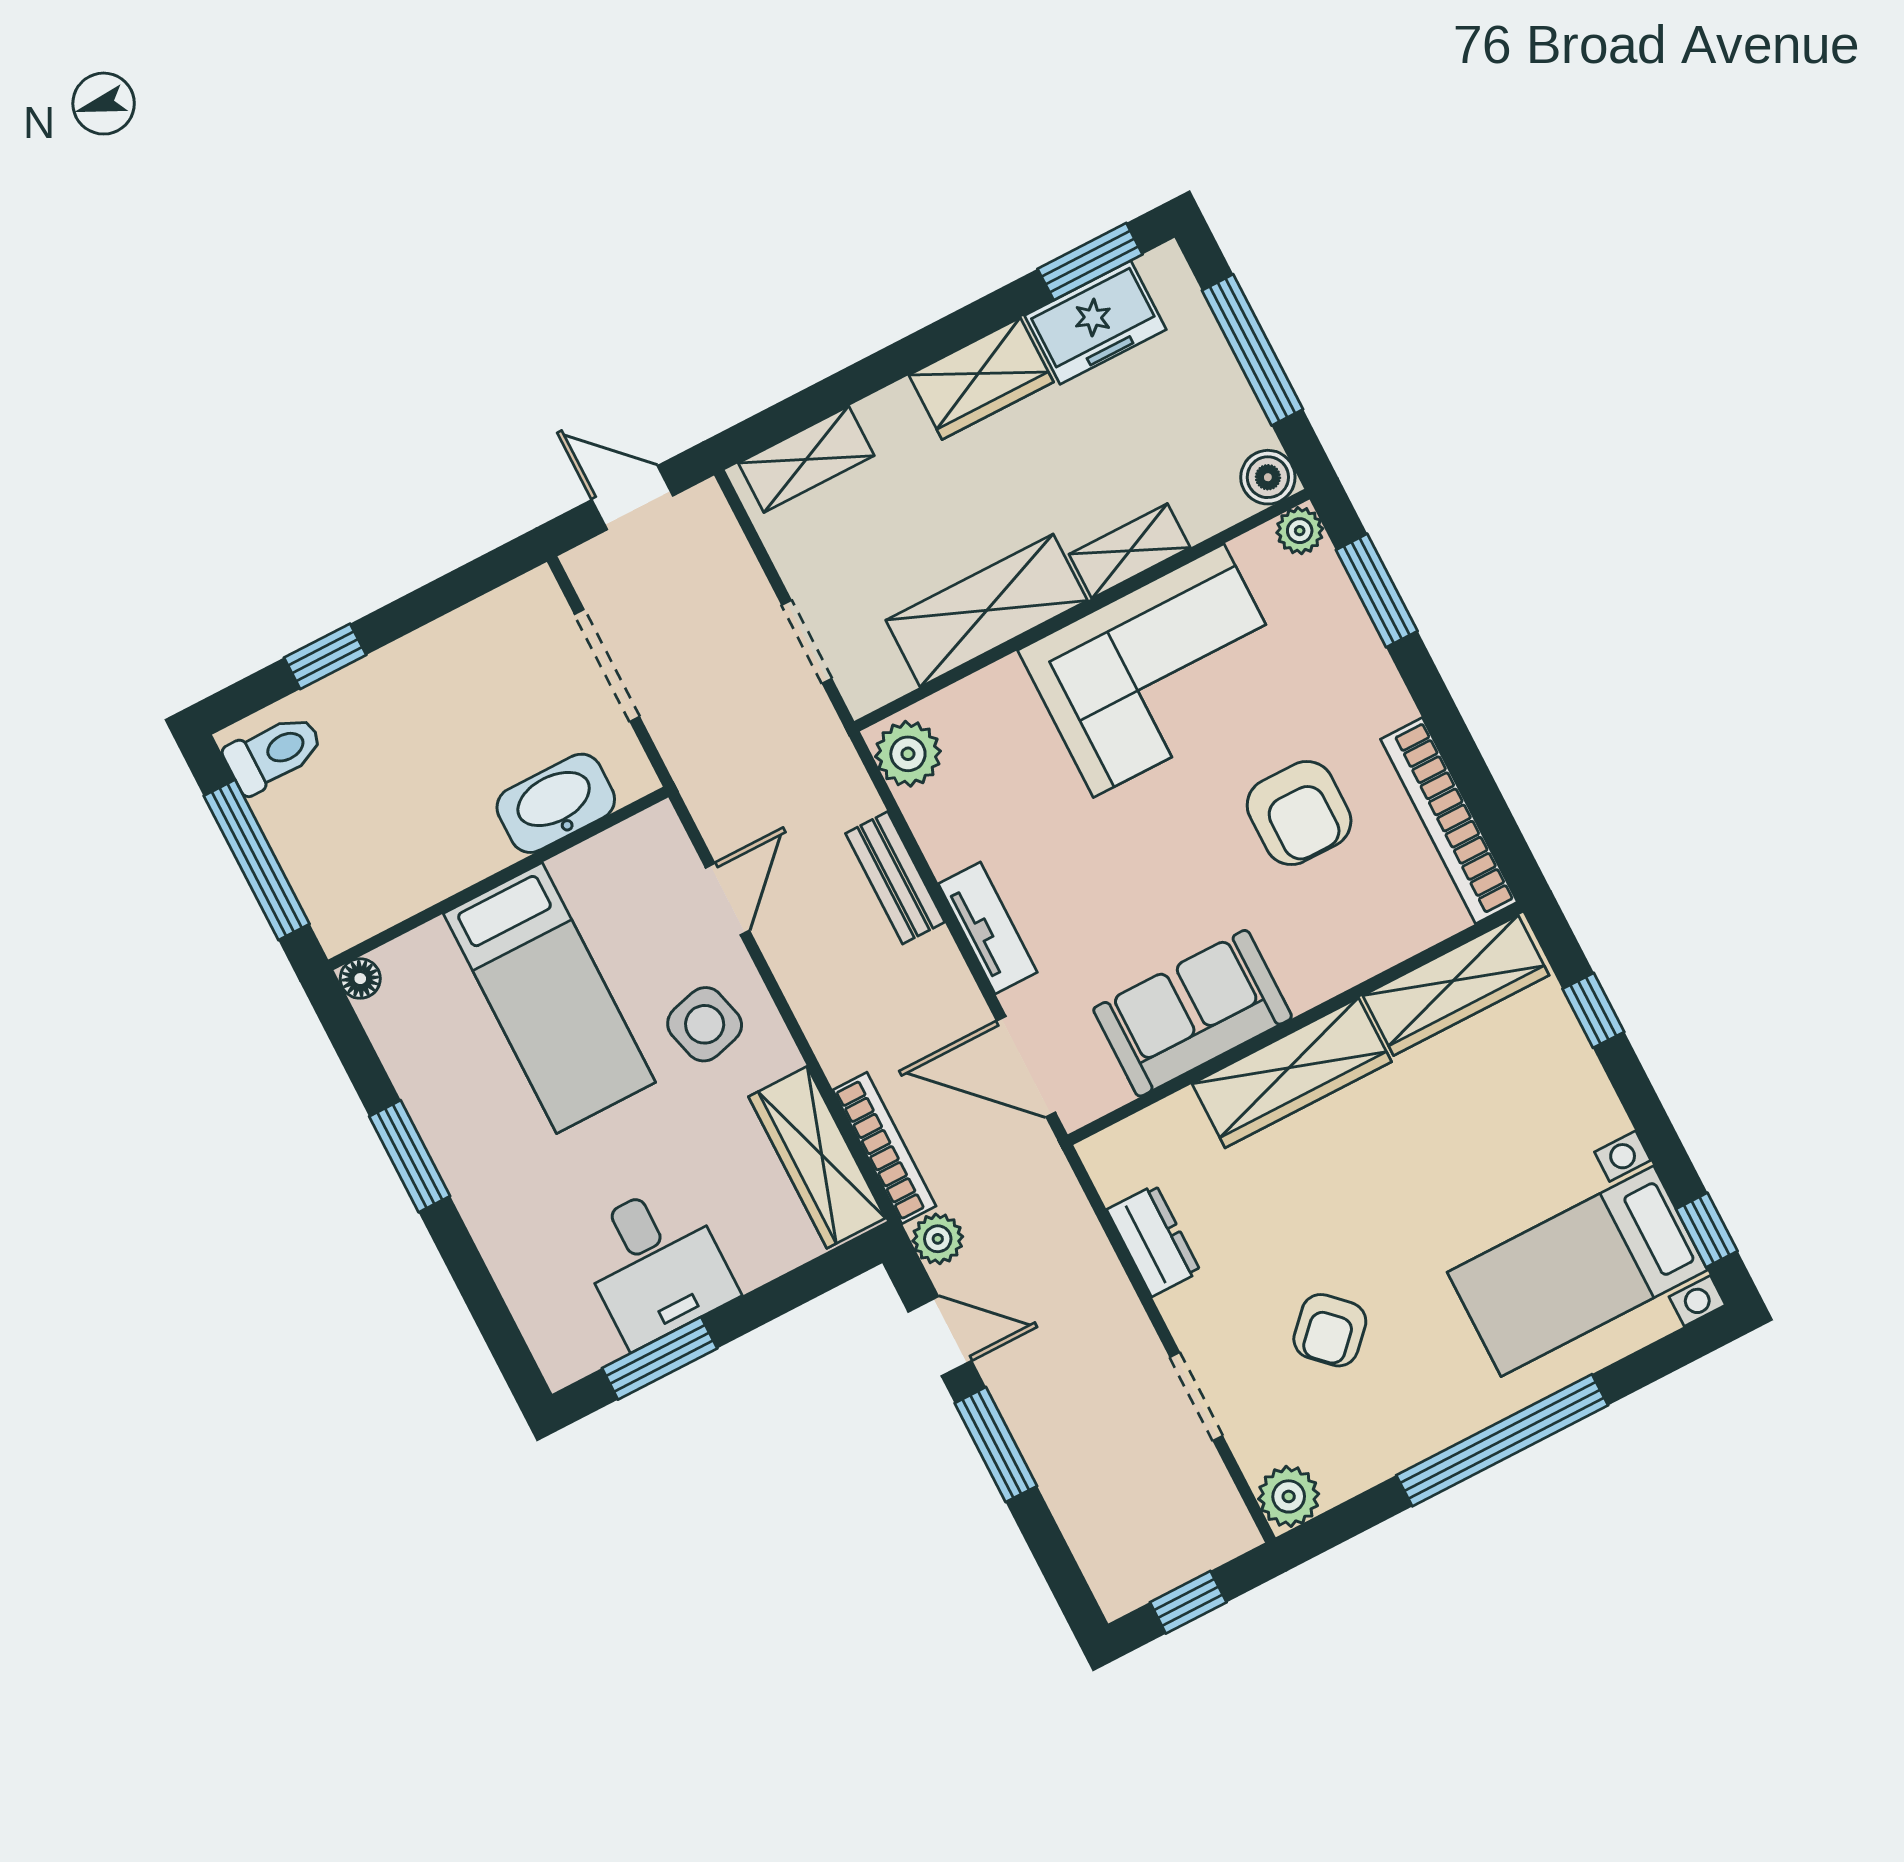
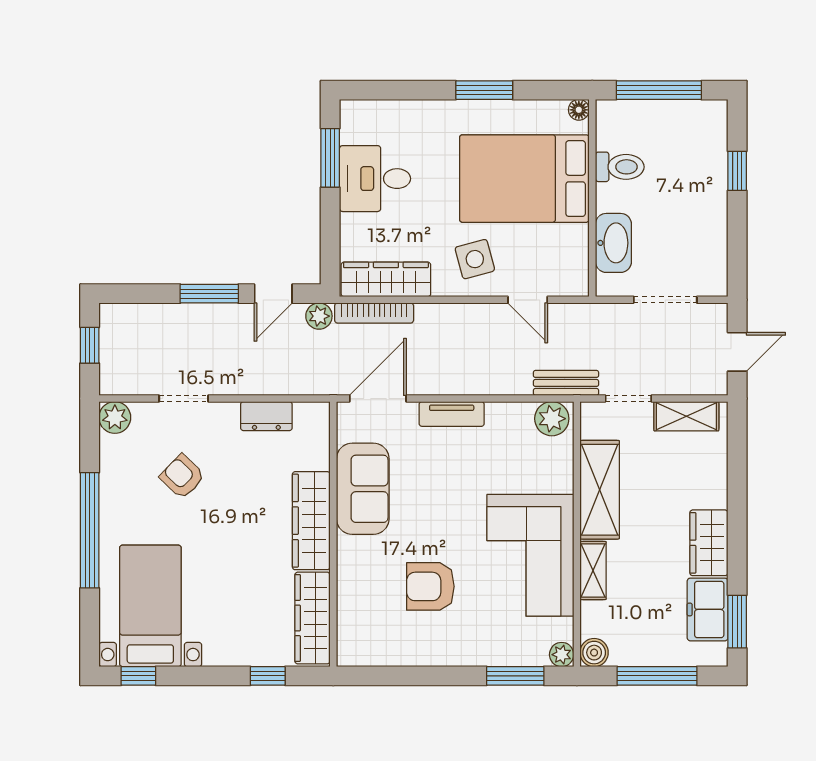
shelving: (806, 459) -> (686, 416), moved, turned 90
toilet: (274, 753) -> (620, 167), moved, turned -90
bookcase: (1449, 821) -> (391, 654), removed
bench: (895, 878) -> (566, 383), moved
bed: (549, 998) -> (524, 179), width x1.50

